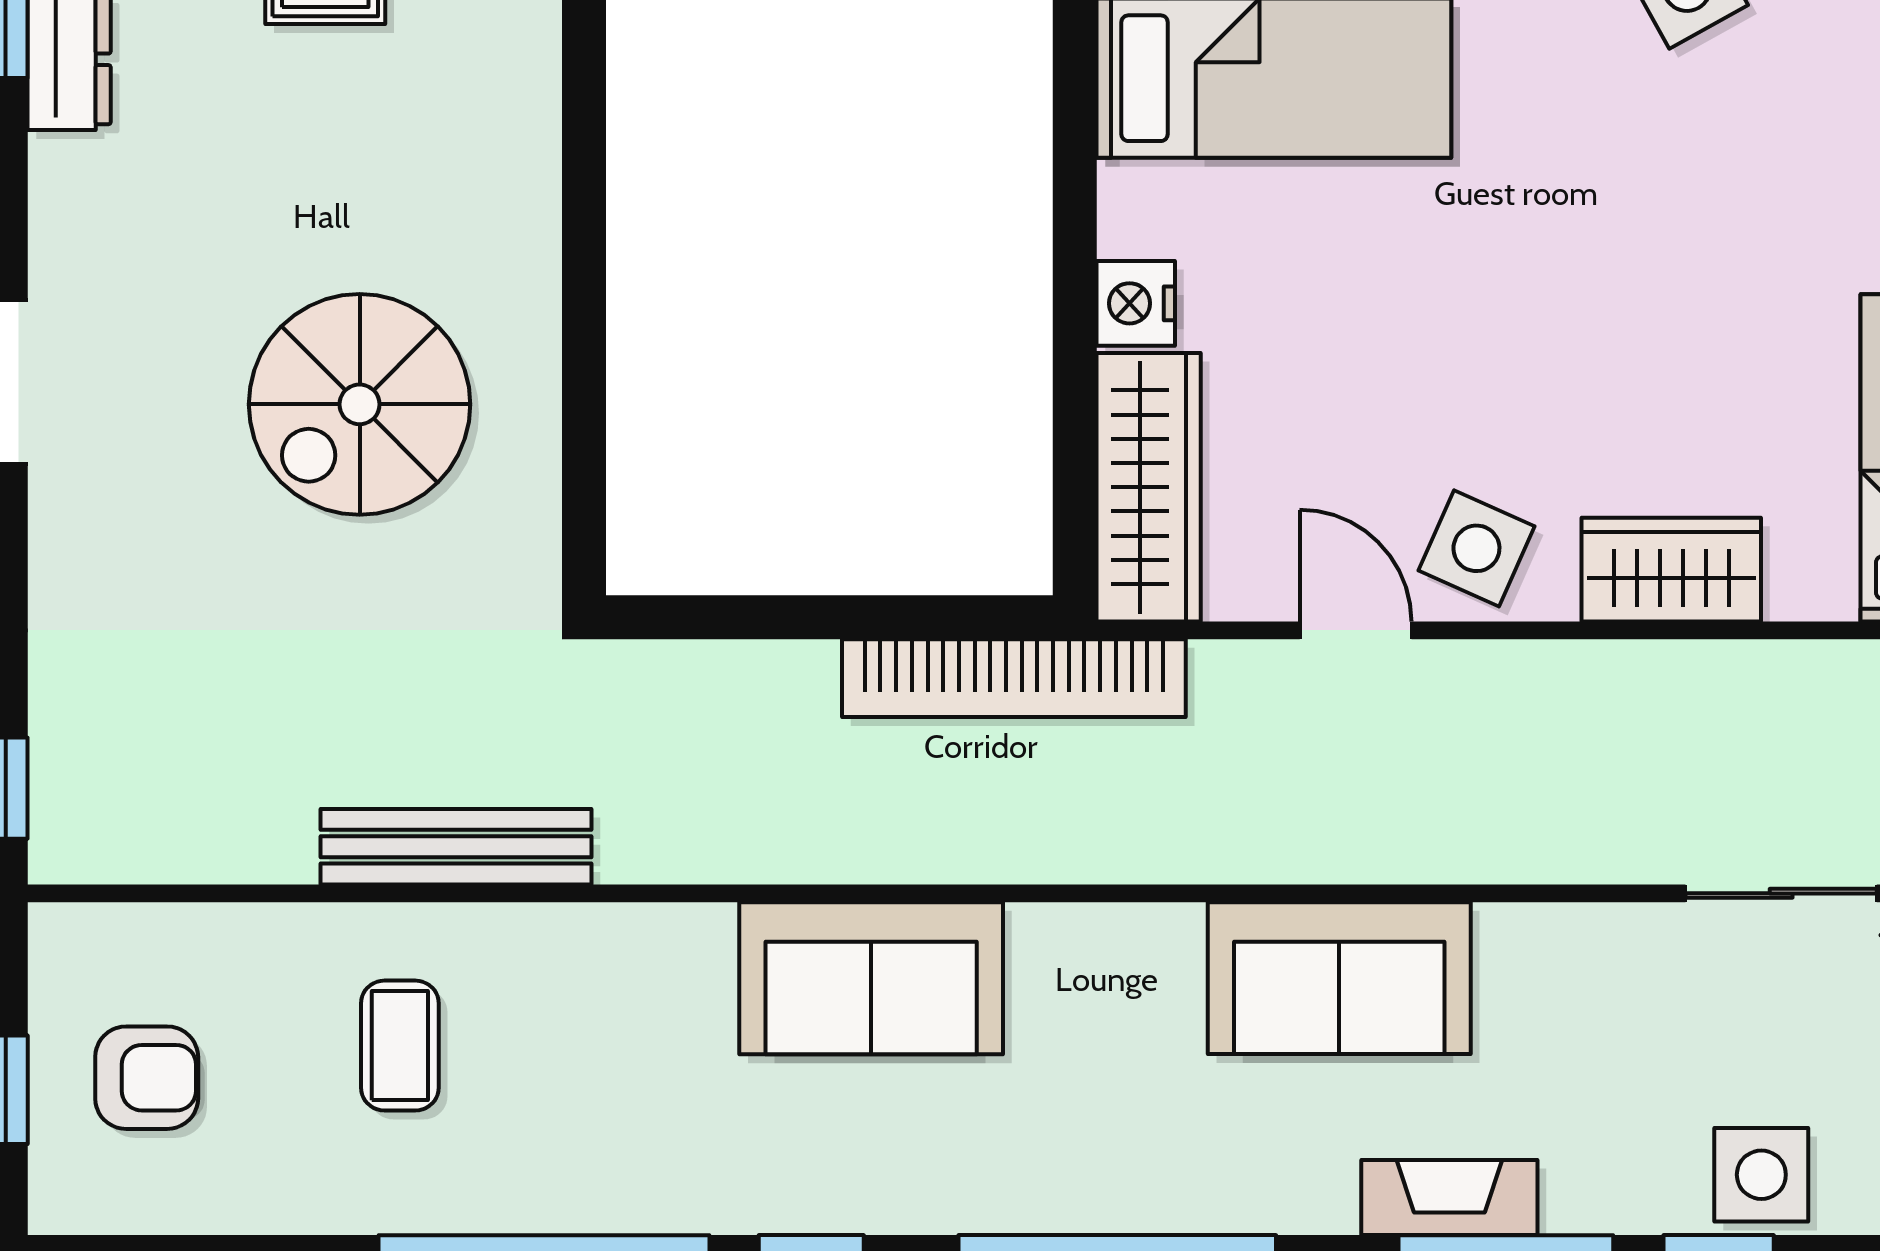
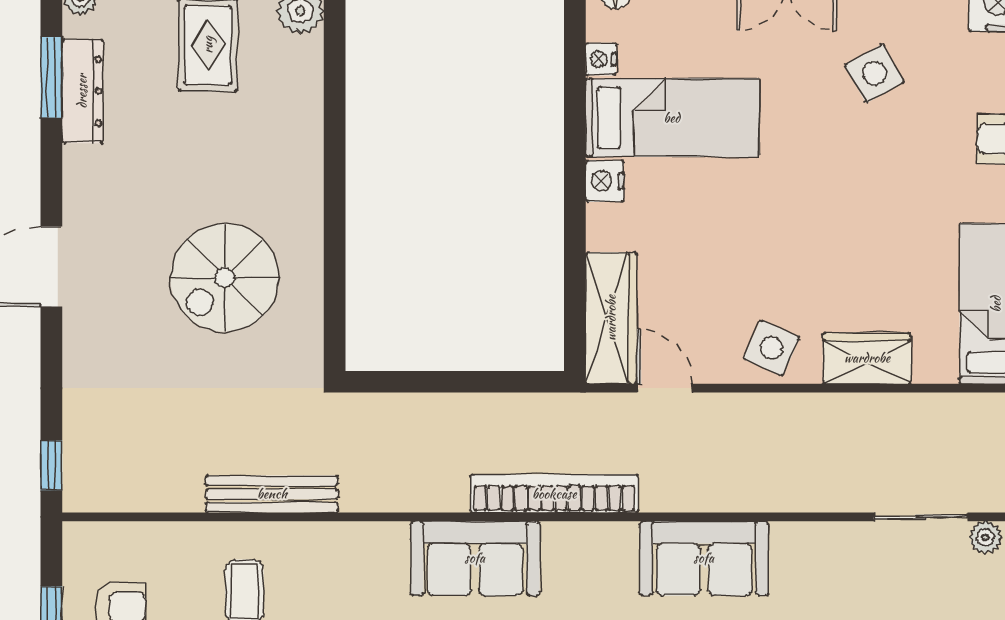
nightstand: (1136, 303) -> (605, 181), moved
door: (1356, 630) -> (665, 388), moved
bookcase: (1014, 678) -> (554, 494), moved, turned 180

